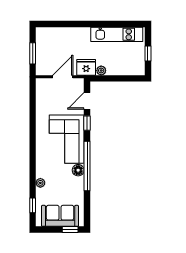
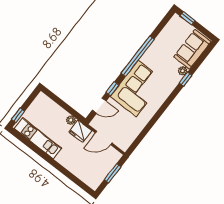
window: (148, 54) -> (18, 115), moved
floor lamp: (78, 170) -> (147, 58), removed
window: (33, 205) -> (186, 79), moved
sofa: (60, 216) -> (192, 49), moved, turned 90

